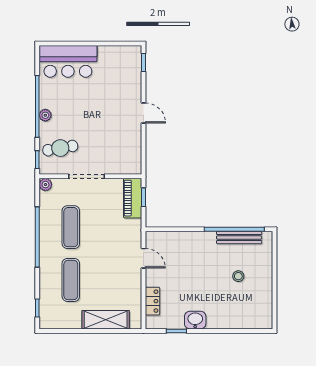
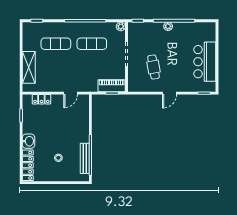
bar counter: (68, 61) -> (205, 62), moved
cafe table: (60, 148) -> (154, 67), moved
washbasin: (195, 320) -> (29, 141), moved
locker: (249, 321) -> (28, 165), added

